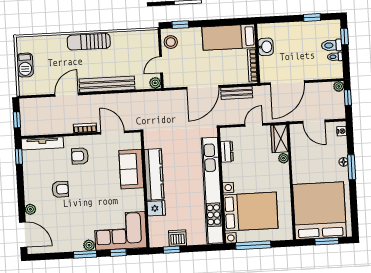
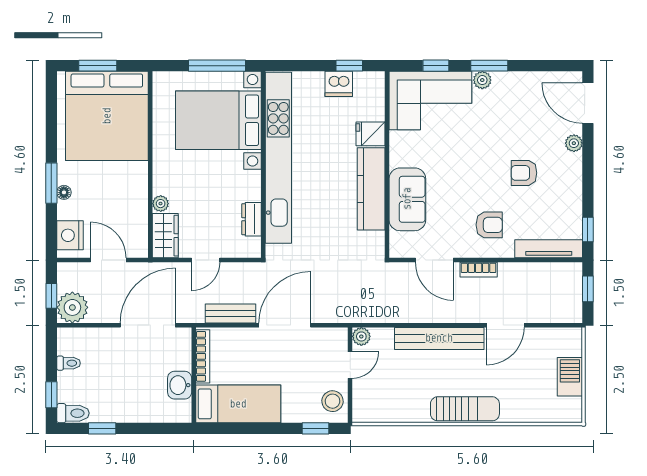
toilet: (332, 45) -> (73, 413), moved
plant: (339, 86) -> (72, 307), width x1.87, depth x1.87
nightstand: (342, 131) -> (70, 235), width x1.89, depth x1.79

